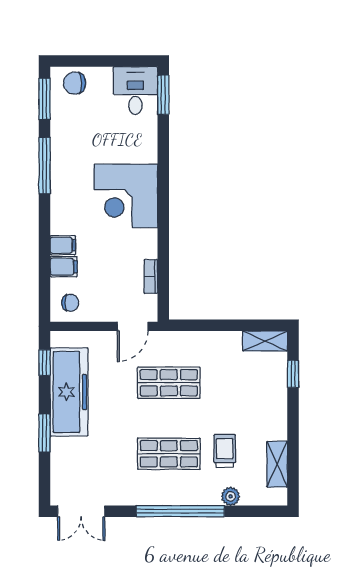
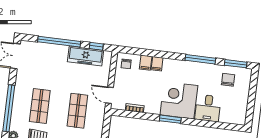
chair: (75, 83) -> (228, 80), moved
desk: (135, 91) -> (208, 108), moved, turned 90
window: (163, 95) -> (170, 119), moved
freezer: (69, 392) -> (86, 56), width x0.73, depth x0.79
window: (45, 433) -> (59, 42), width x2.11

